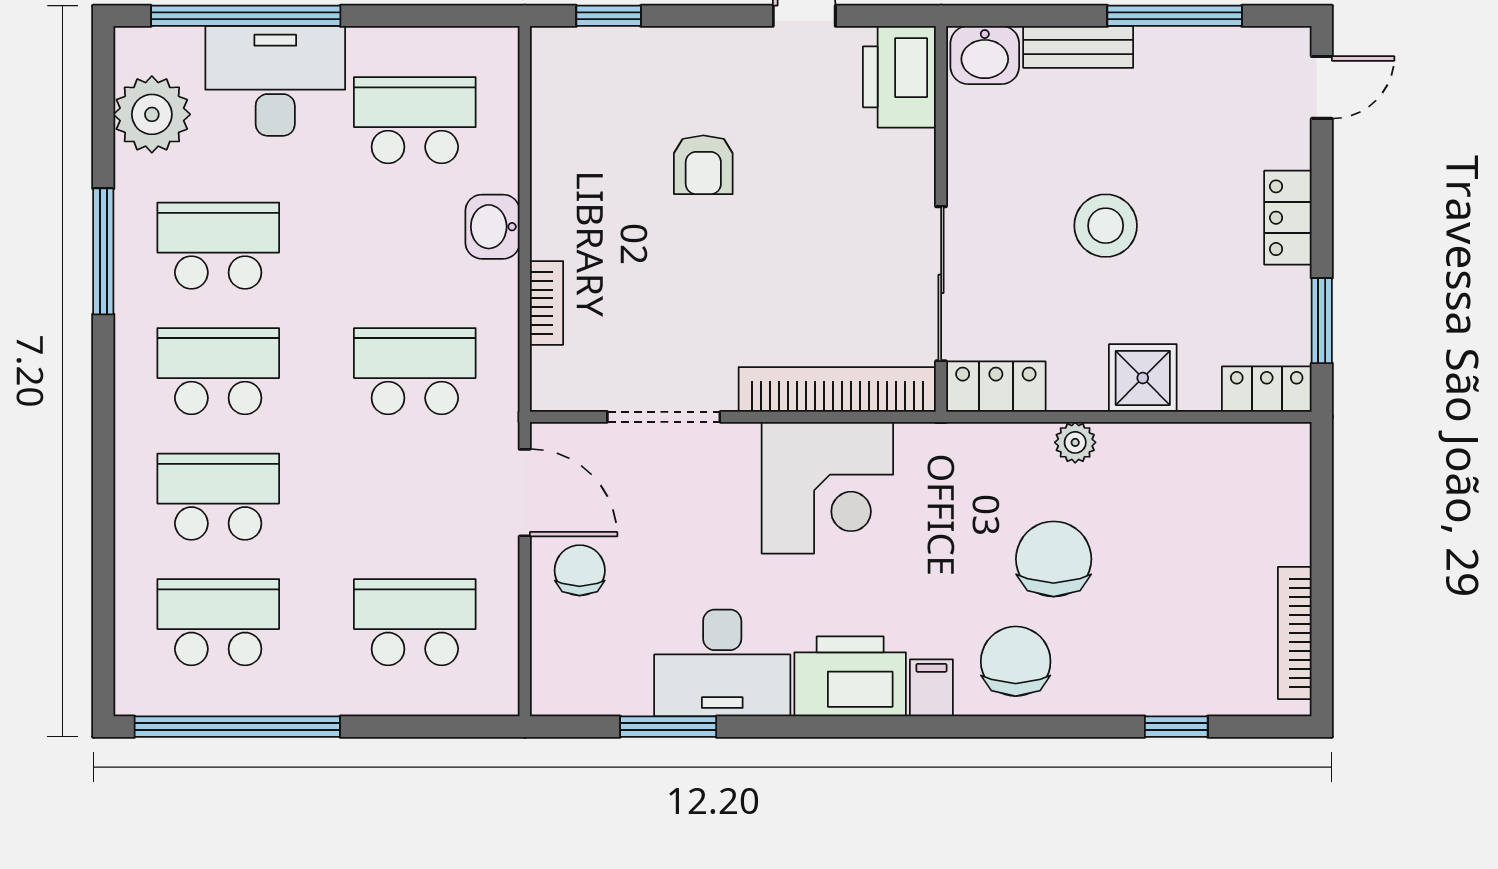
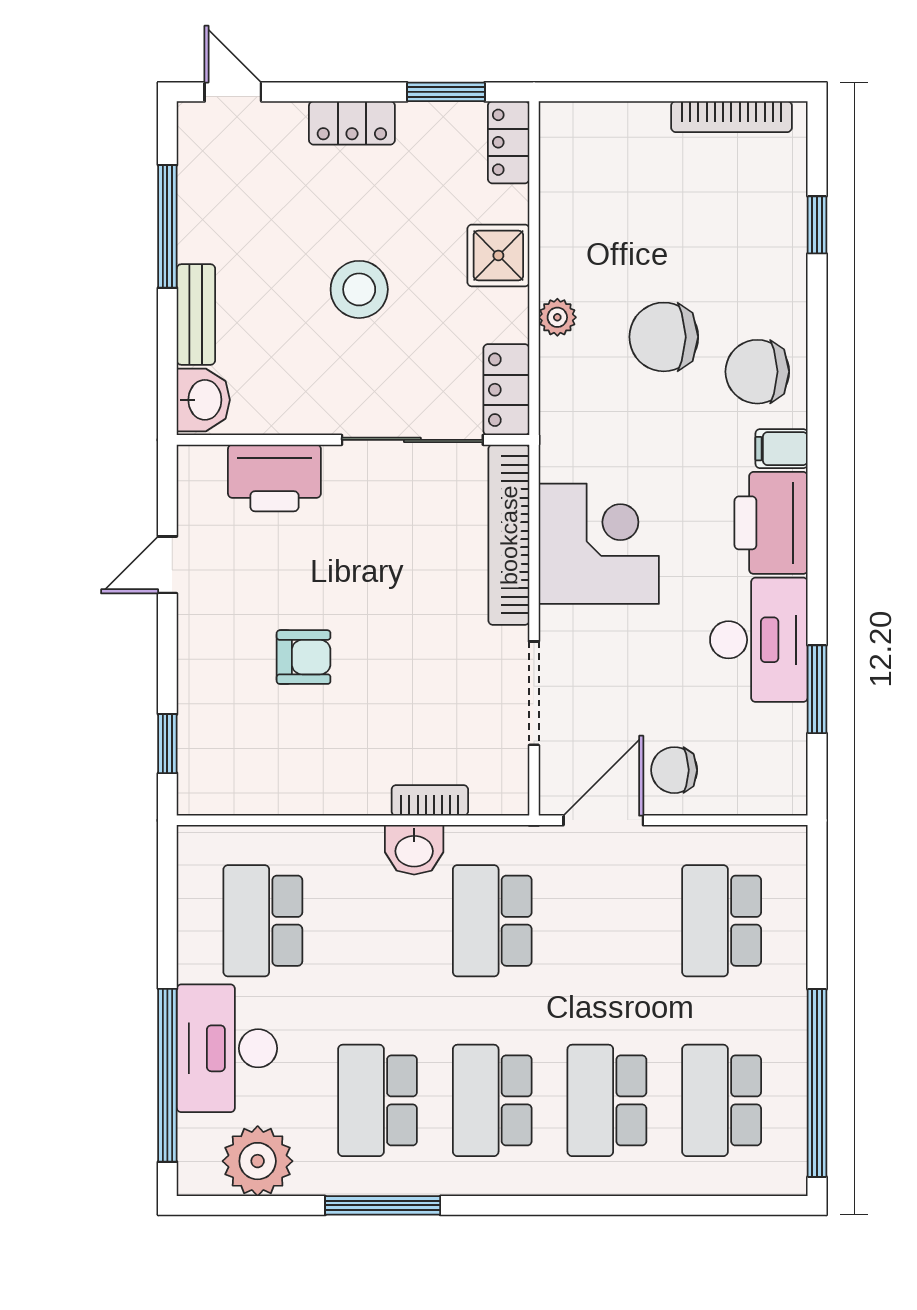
printer: (899, 77) -> (274, 478), moved
washbasin: (492, 227) -> (414, 850), moved

